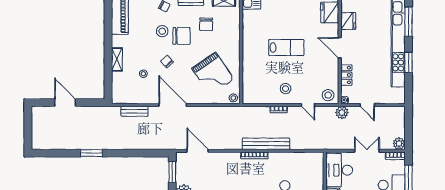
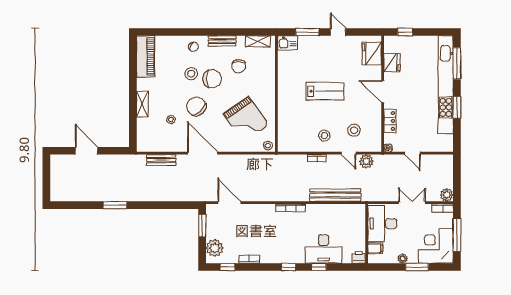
chair: (167, 62) -> (196, 106), width x1.87, depth x1.87
stool: (328, 95) -> (354, 130), moved
plant: (342, 113) -> (366, 161), moved
bench: (266, 144) -> (335, 195), moved

